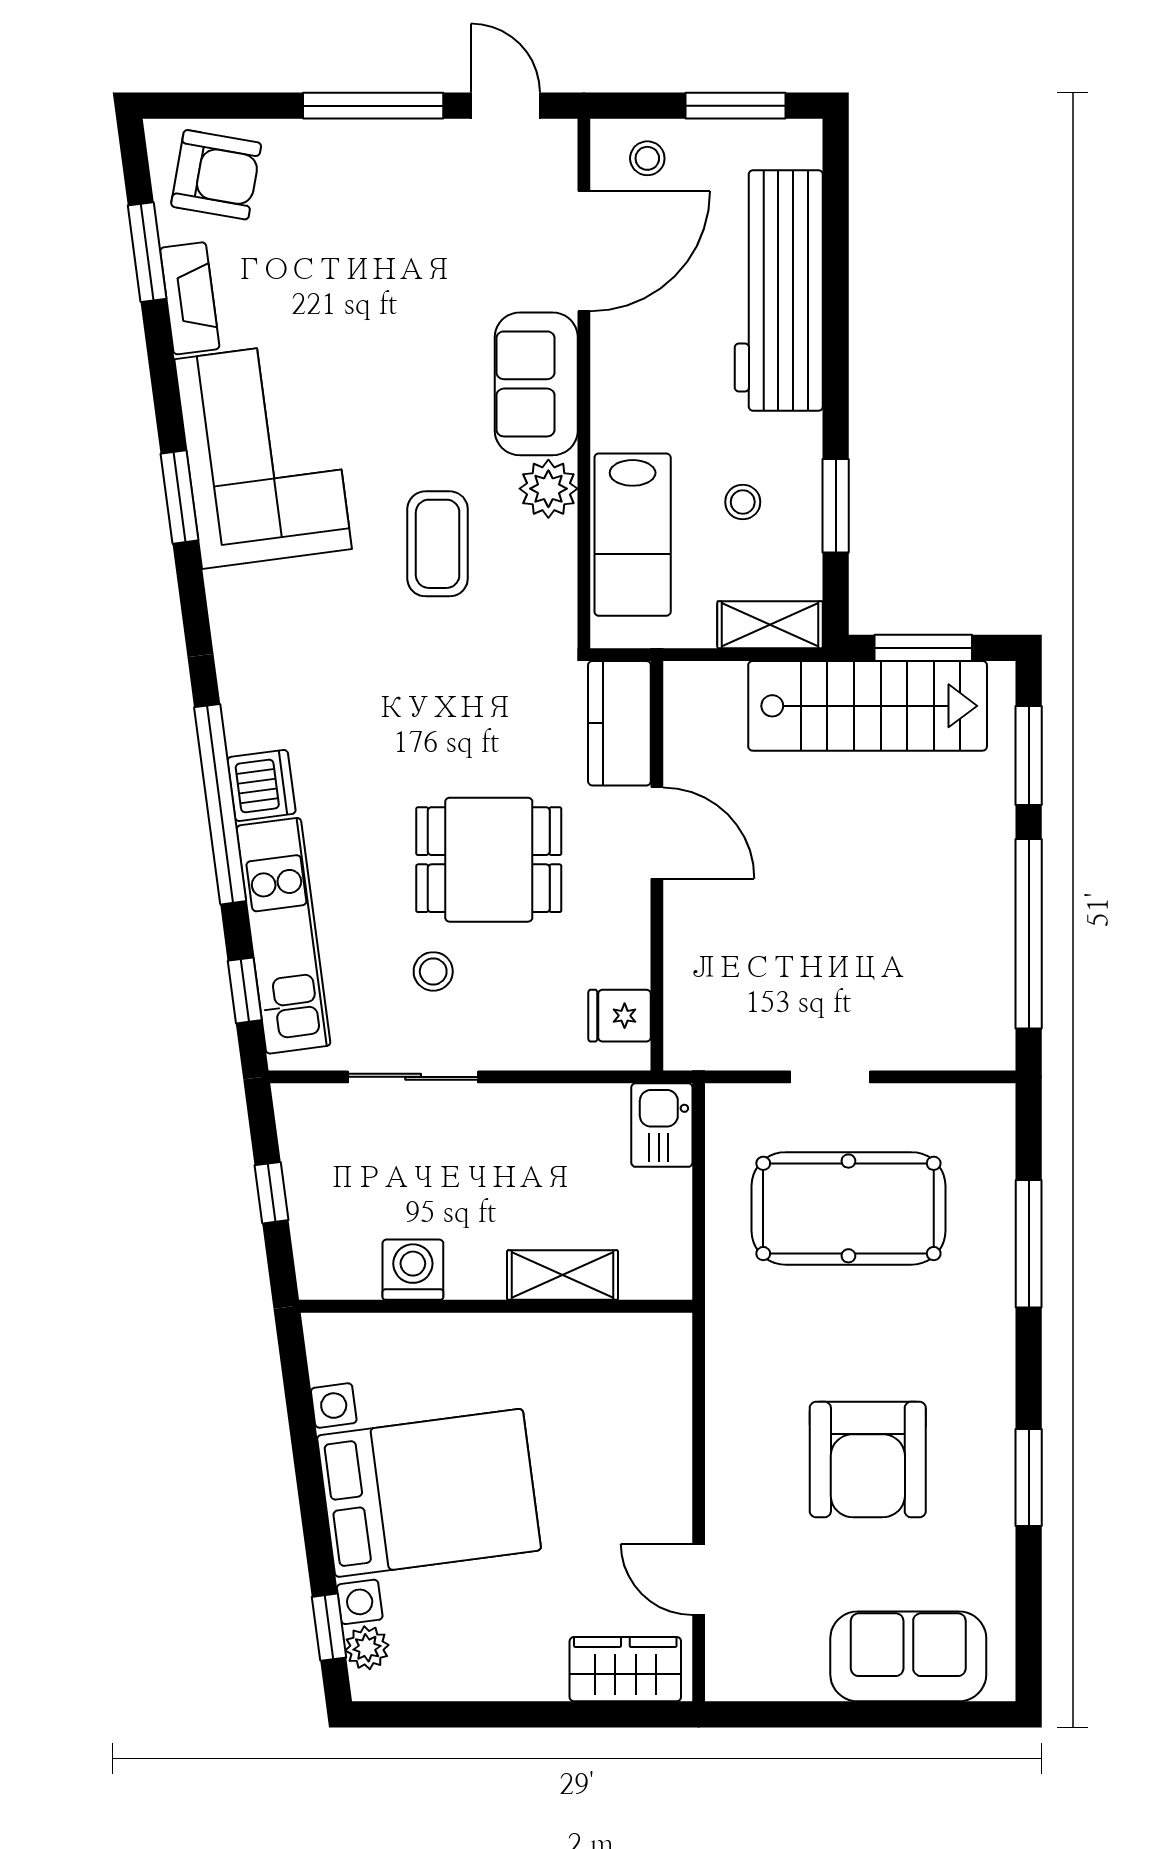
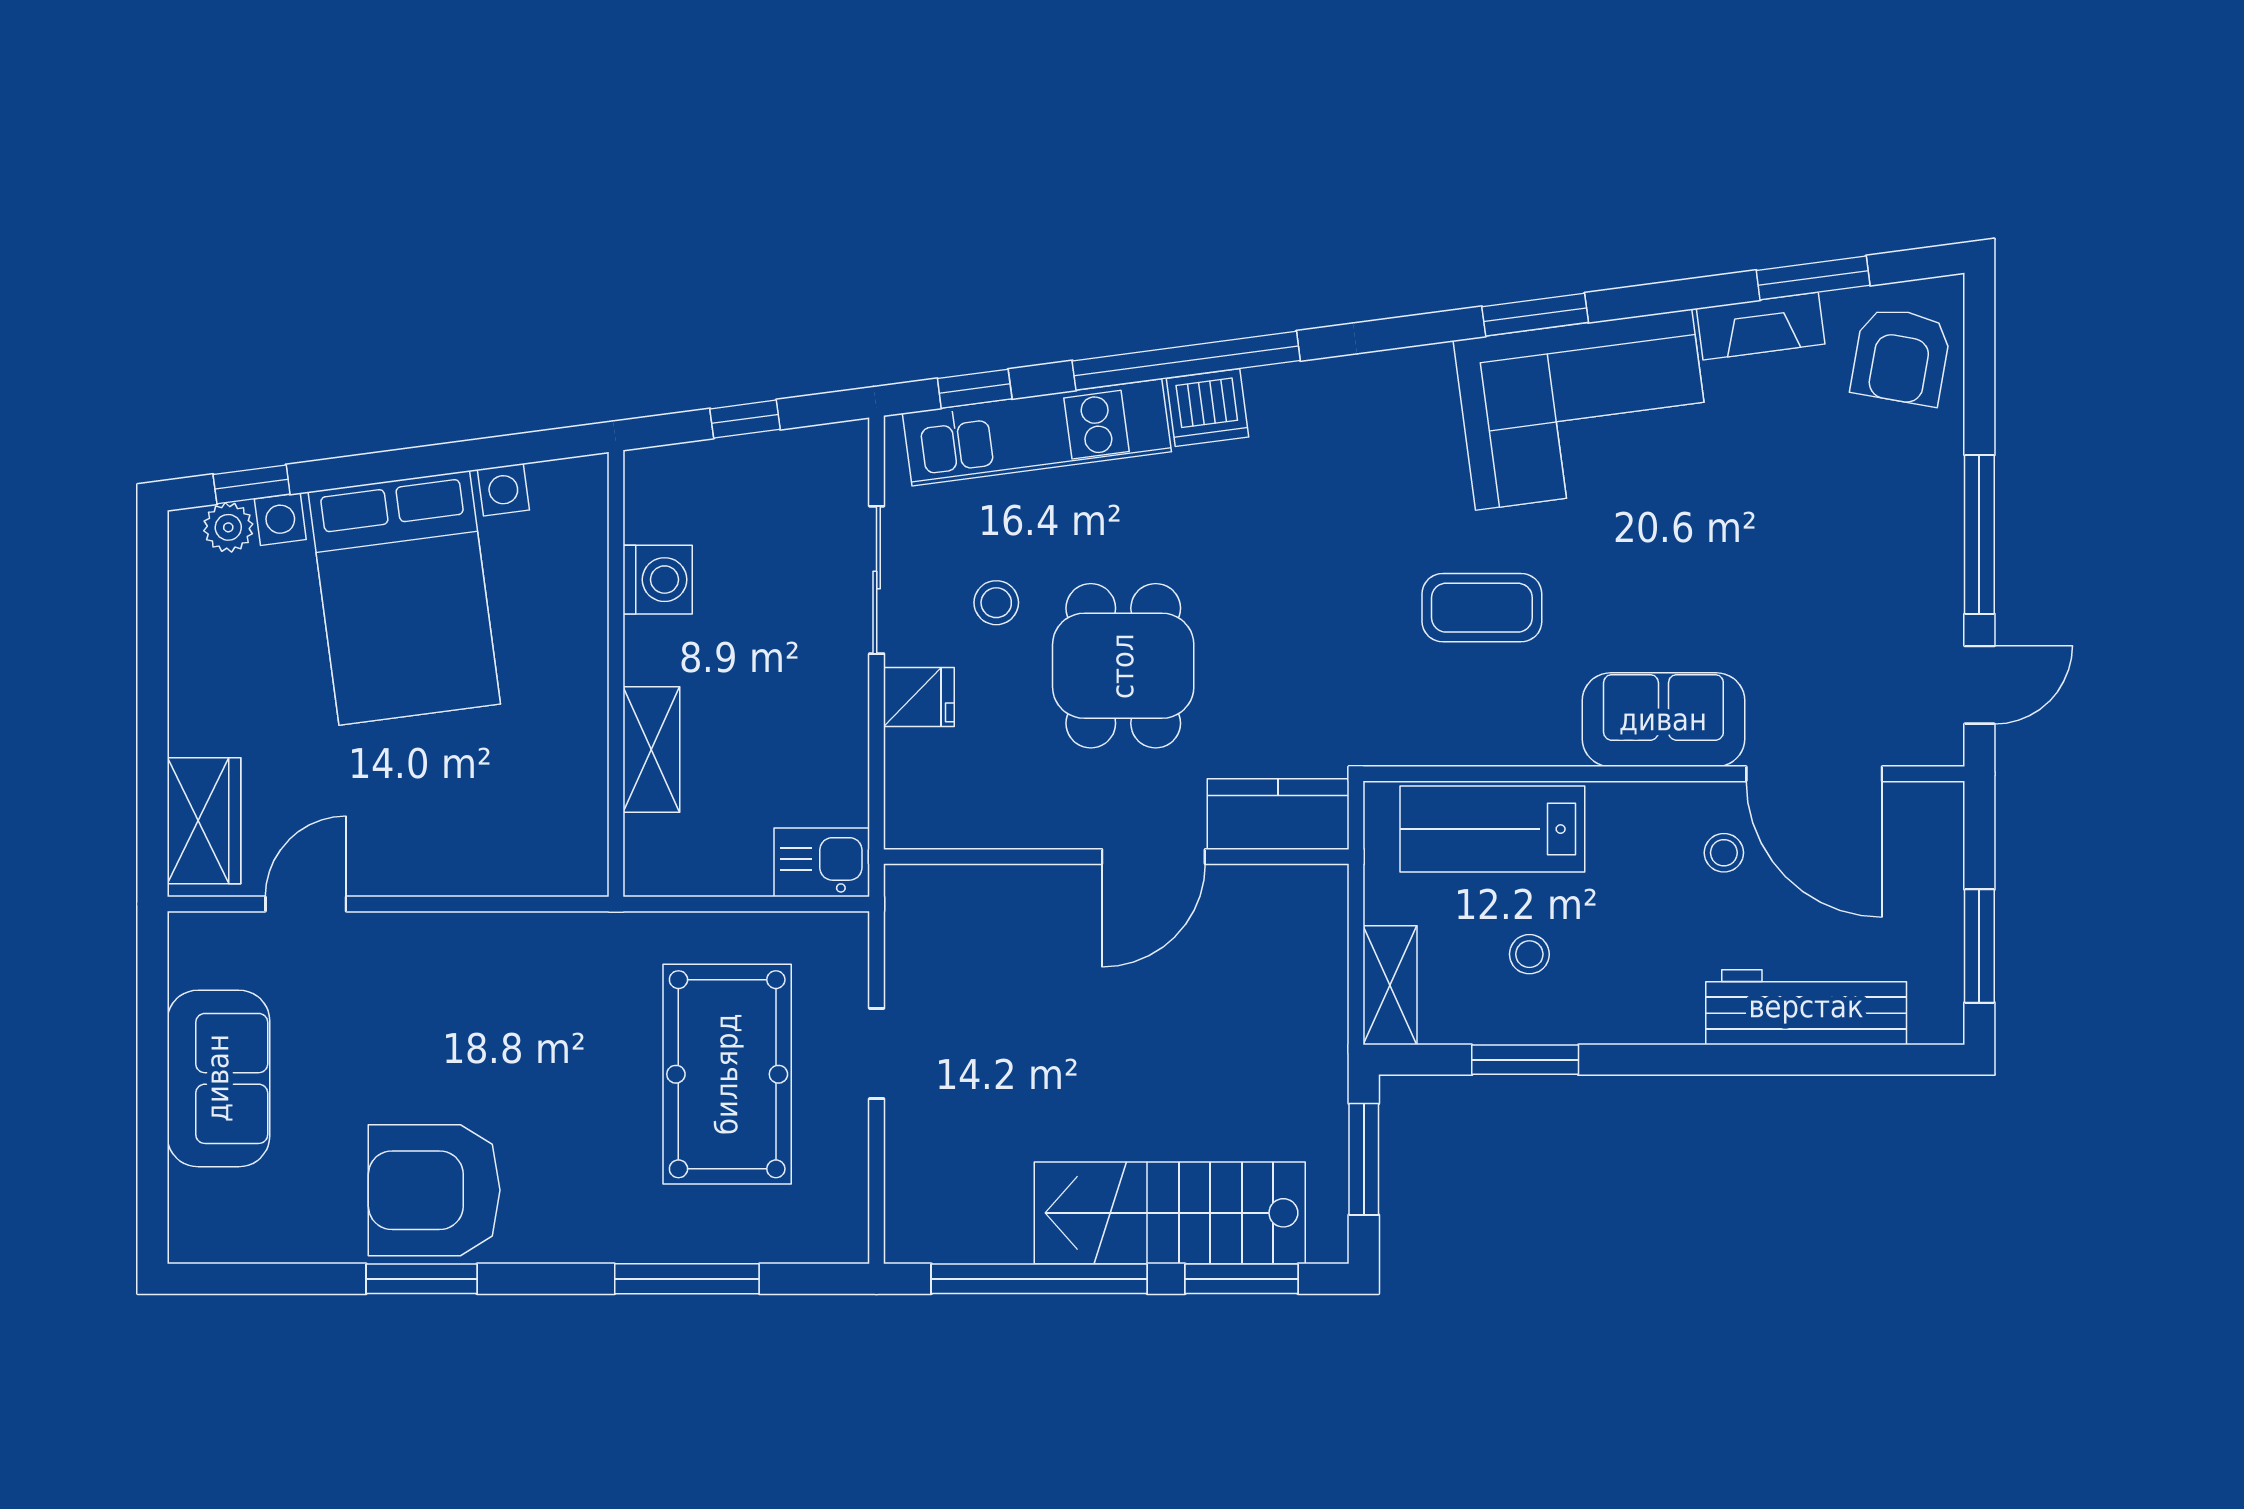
stool: (647, 158) -> (1724, 853), moved
workbench: (779, 290) -> (1806, 1007), width x0.73, depth x0.76
plant: (548, 489) -> (1544, 734), removed
stairs: (868, 706) -> (1170, 1213), moved, turned 90
fridge: (620, 1016) -> (919, 697), moved, turned 90
armchair: (868, 1460) -> (434, 1190), moved
sofa: (908, 1656) -> (218, 1078), moved

